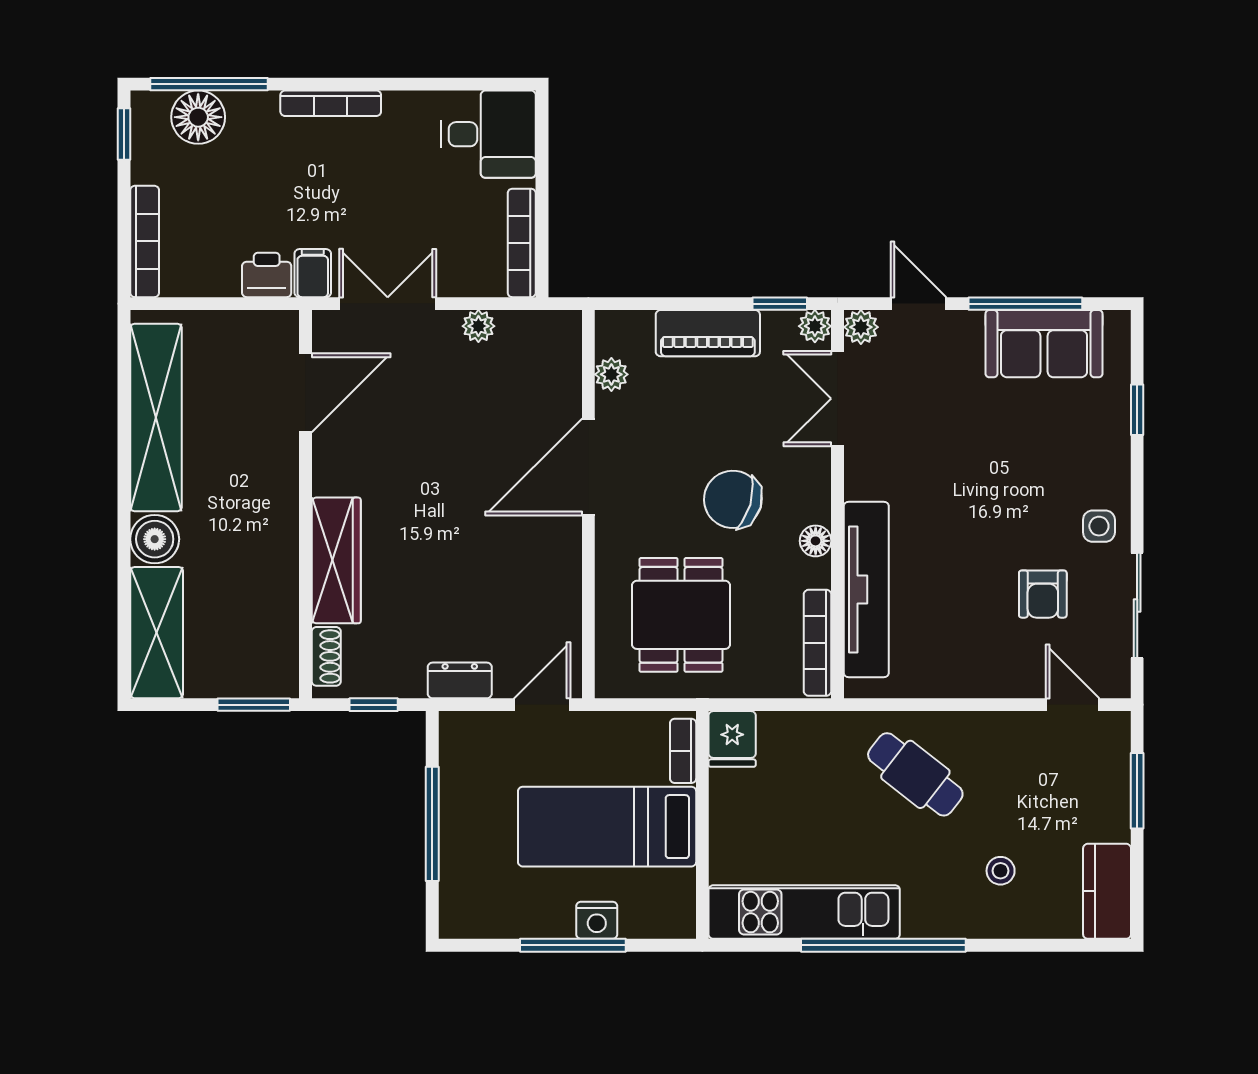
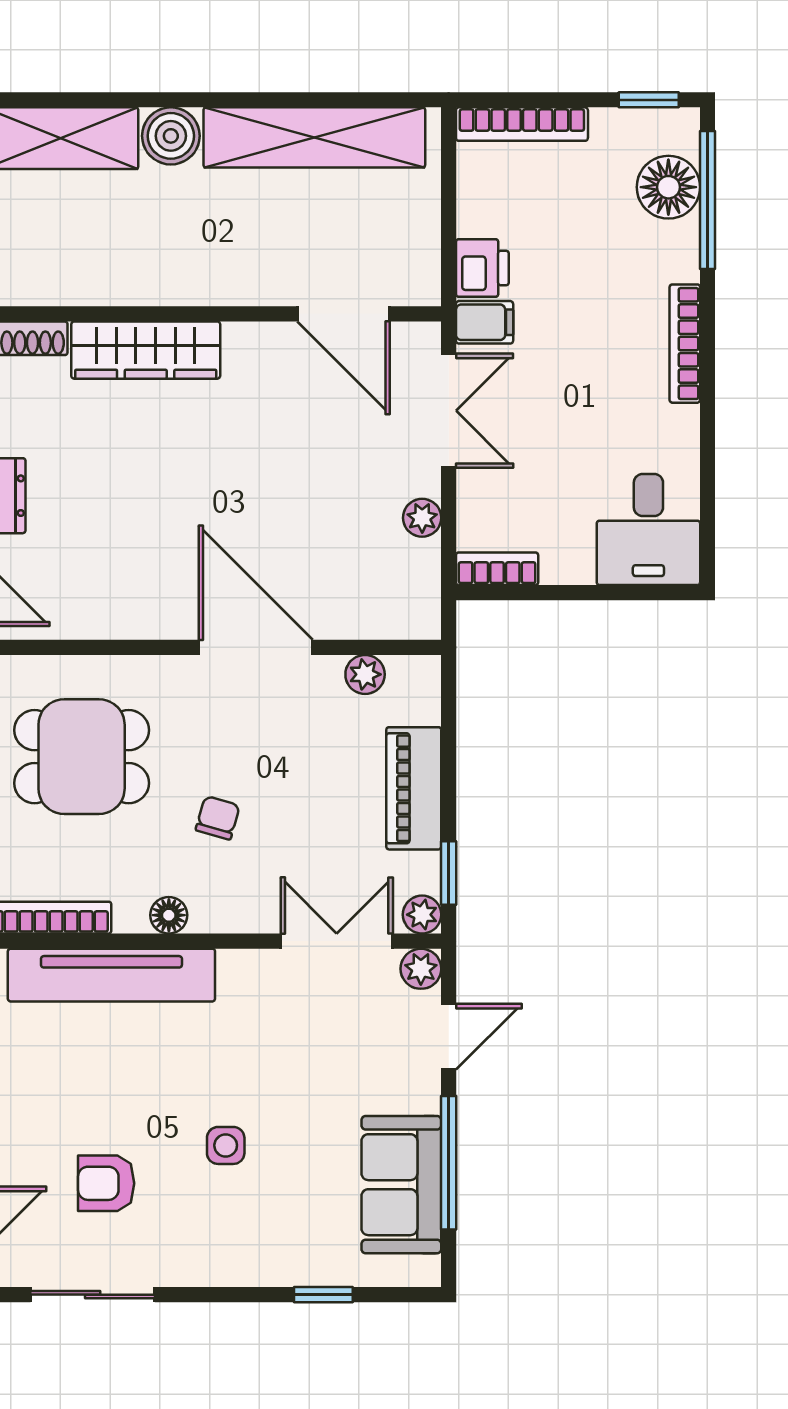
bookcase: (522, 243) -> (497, 569), width x0.64
chair: (733, 499) -> (218, 818), width x0.54, depth x0.54
side table: (1099, 526) -> (226, 1145), moved

